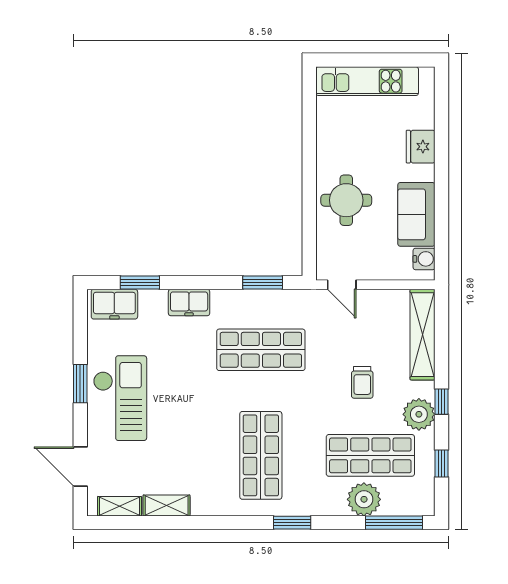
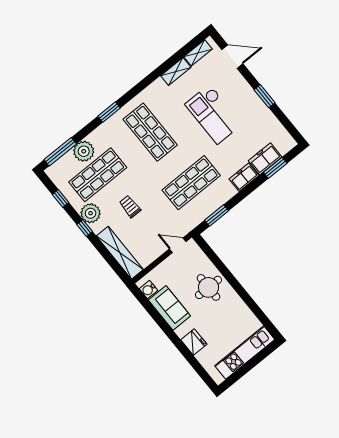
freezer: (114, 304) -> (265, 159), moved
checkout: (120, 398) -> (214, 114), moved

